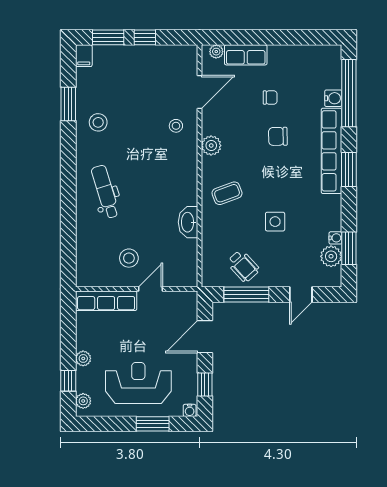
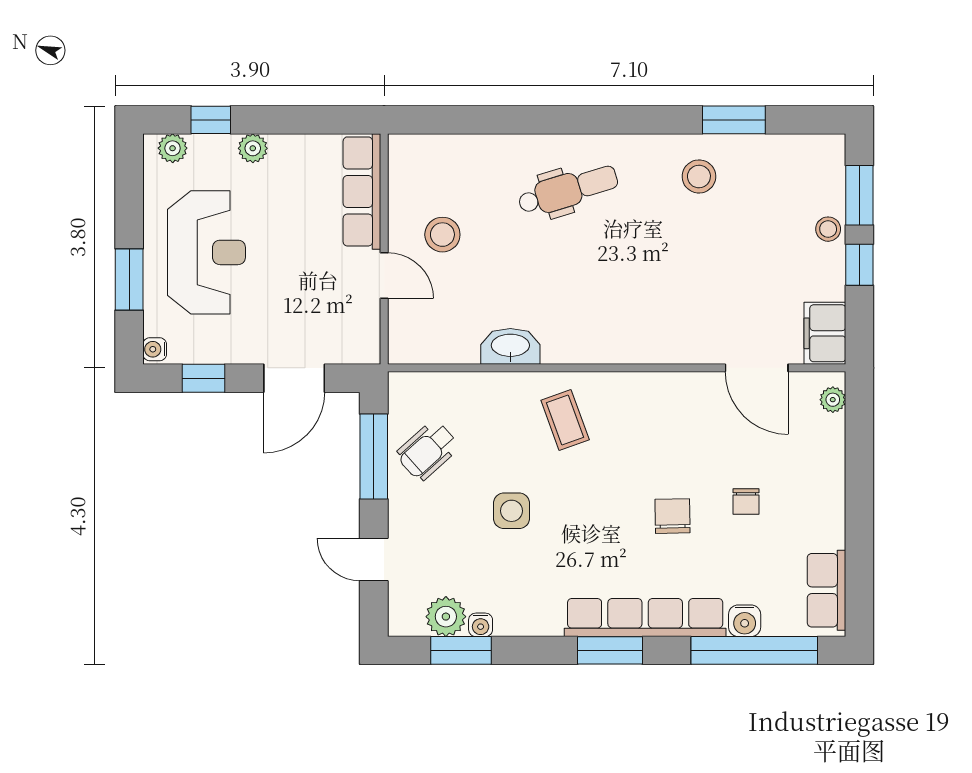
row of seats: (246, 55) -> (827, 590), moved
filing cabinet: (84, 56) -> (825, 333), moved, width x2.00
stool: (176, 126) -> (828, 229), moved
plant: (211, 146) -> (655, 390), removed
door: (205, 337) -> (294, 378), swing flipped

